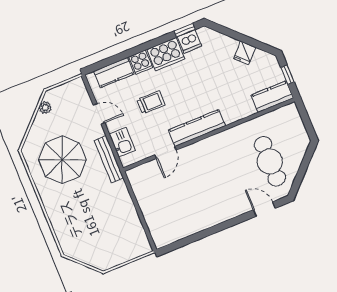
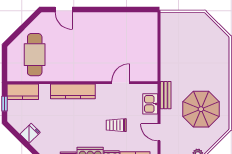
kitchen counter: (197, 128) -> (73, 91), moved
bench: (109, 159) -> (166, 95), width x0.73
cafe table: (270, 161) -> (35, 55), moved

